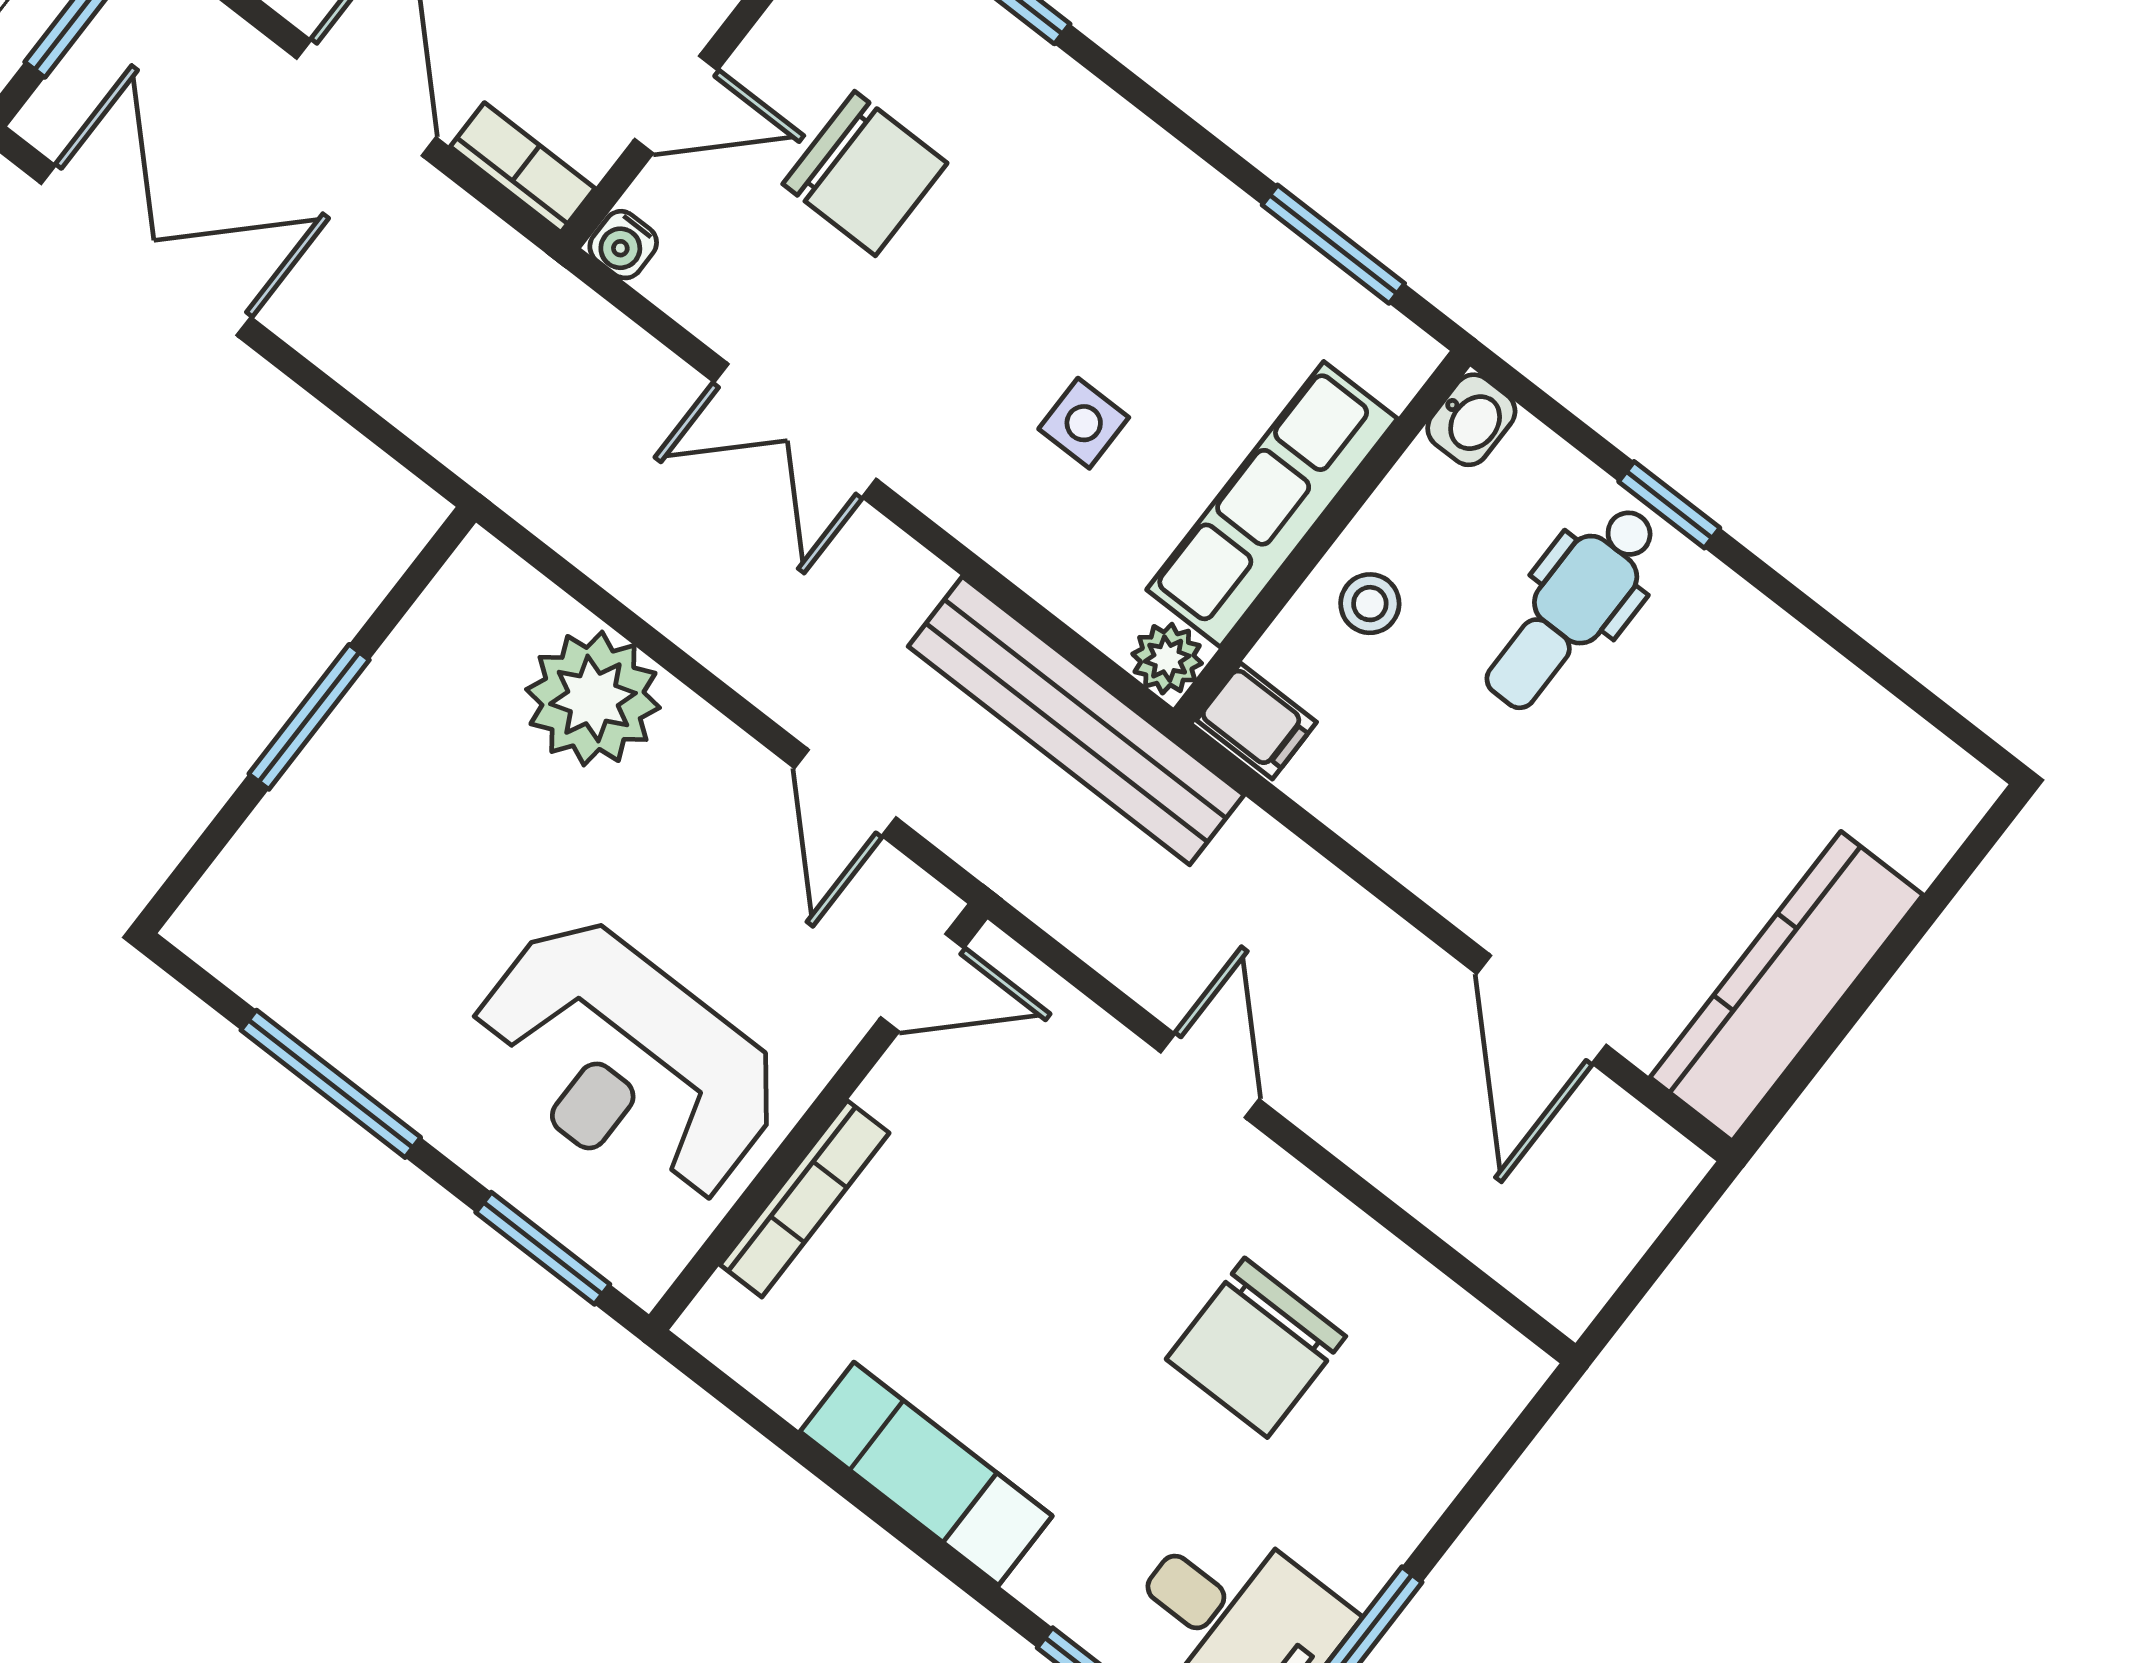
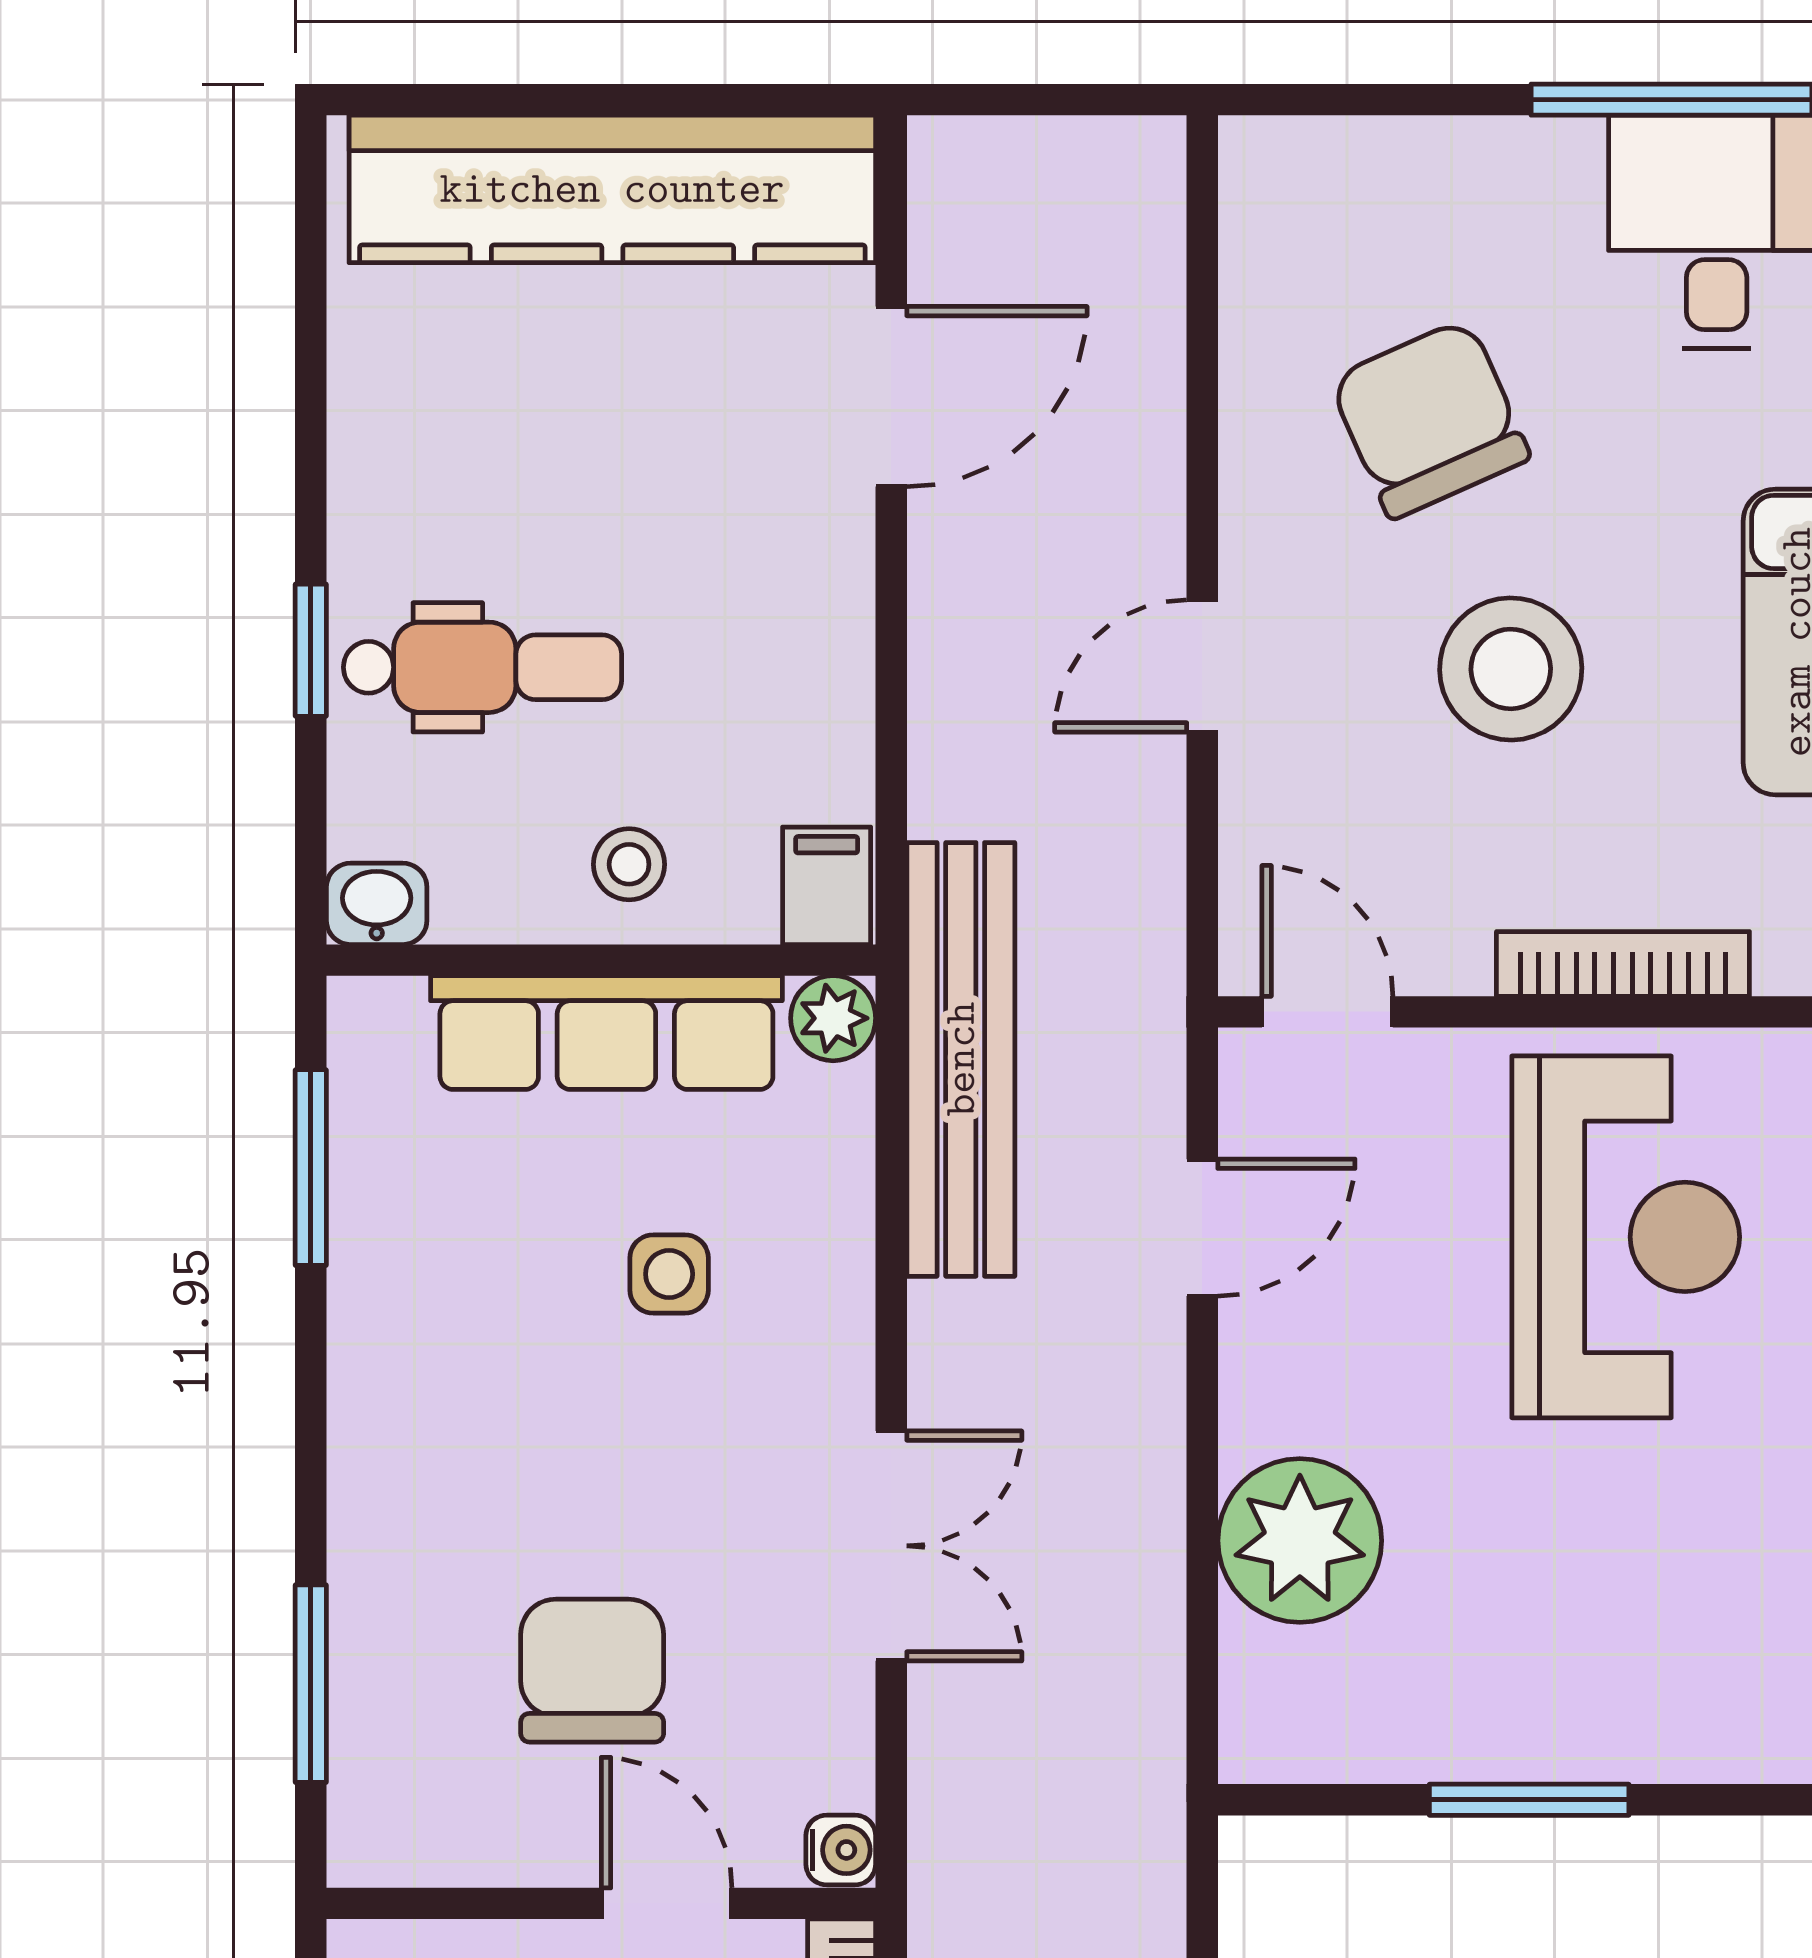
kitchen counter: (1787, 986) -> (612, 189), width x1.39, depth x1.17
stool: (1053, 1274) -> (1511, 669), added
chair: (1256, 1348) -> (1429, 419), turned -114

